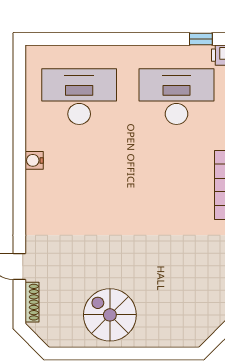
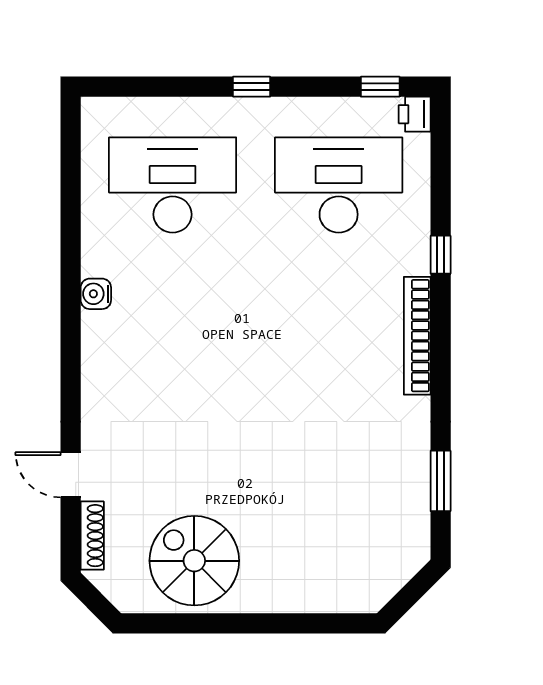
window: (125, 39) -> (252, 87), added
spiral stairs: (110, 315) -> (194, 561), moved

